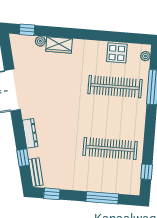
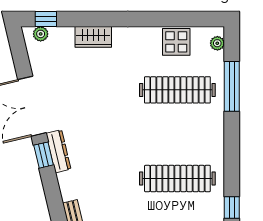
plant: (40, 41) -> (41, 34), moved
dresser: (30, 133) -> (58, 151), moved
window: (23, 158) -> (44, 155), moved

